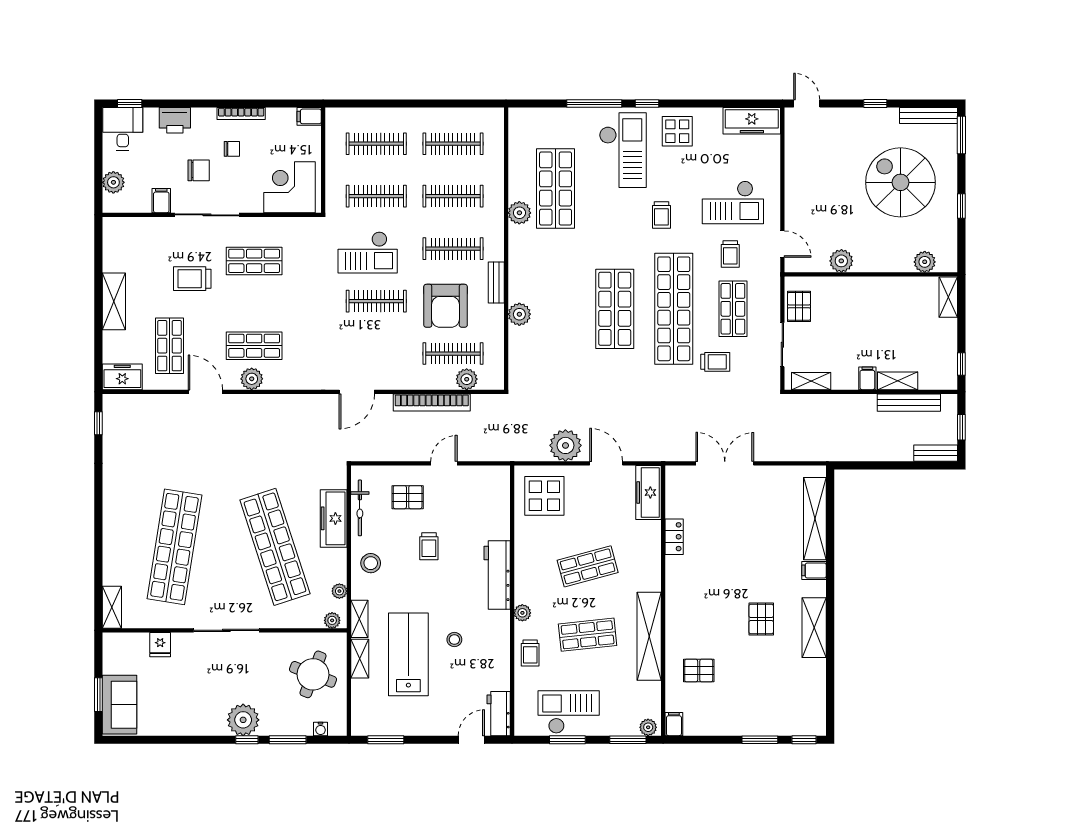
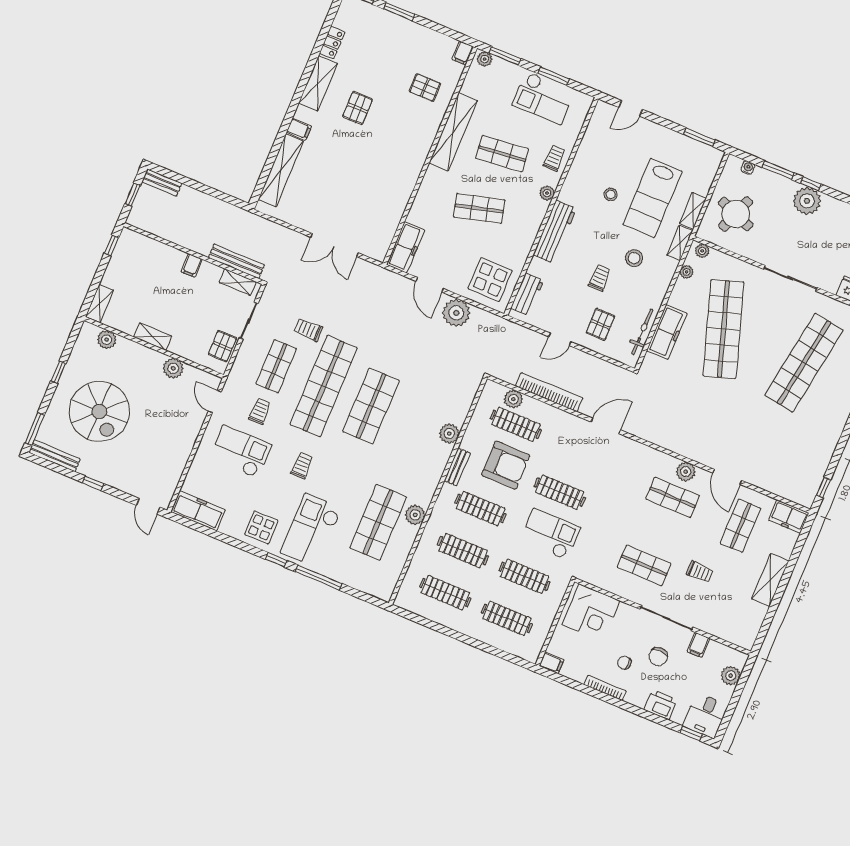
chair: (199, 170) -> (658, 657), turned -90
trolley: (192, 279) -> (700, 572), width x0.73, depth x0.72
armchair: (446, 306) -> (506, 465), turned 90
shelving: (898, 381) -> (153, 337), moved
bench: (909, 403) -> (236, 261), moved
pallet: (408, 497) -> (600, 324), turned 90
locker: (674, 537) -> (332, 43), moved, turned 180
stool: (371, 563) -> (634, 258), moved
workbench: (499, 714) -> (527, 294), moved

